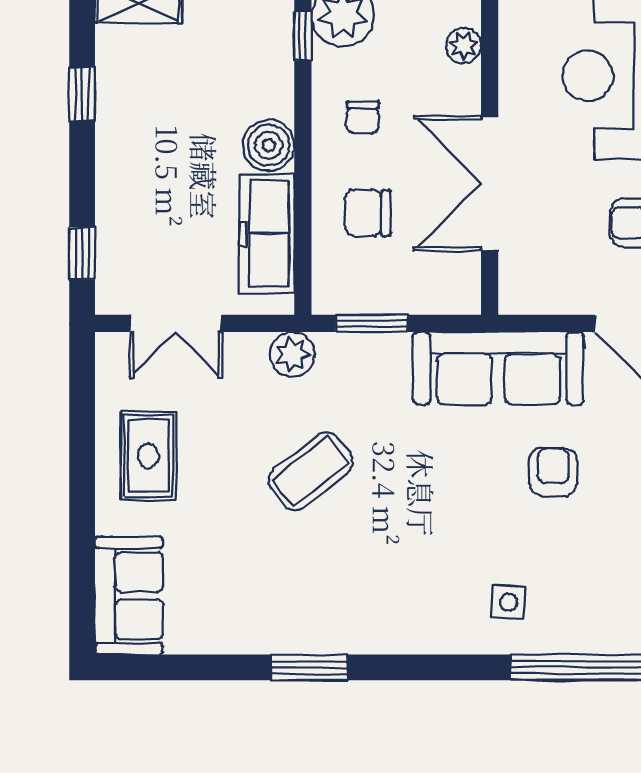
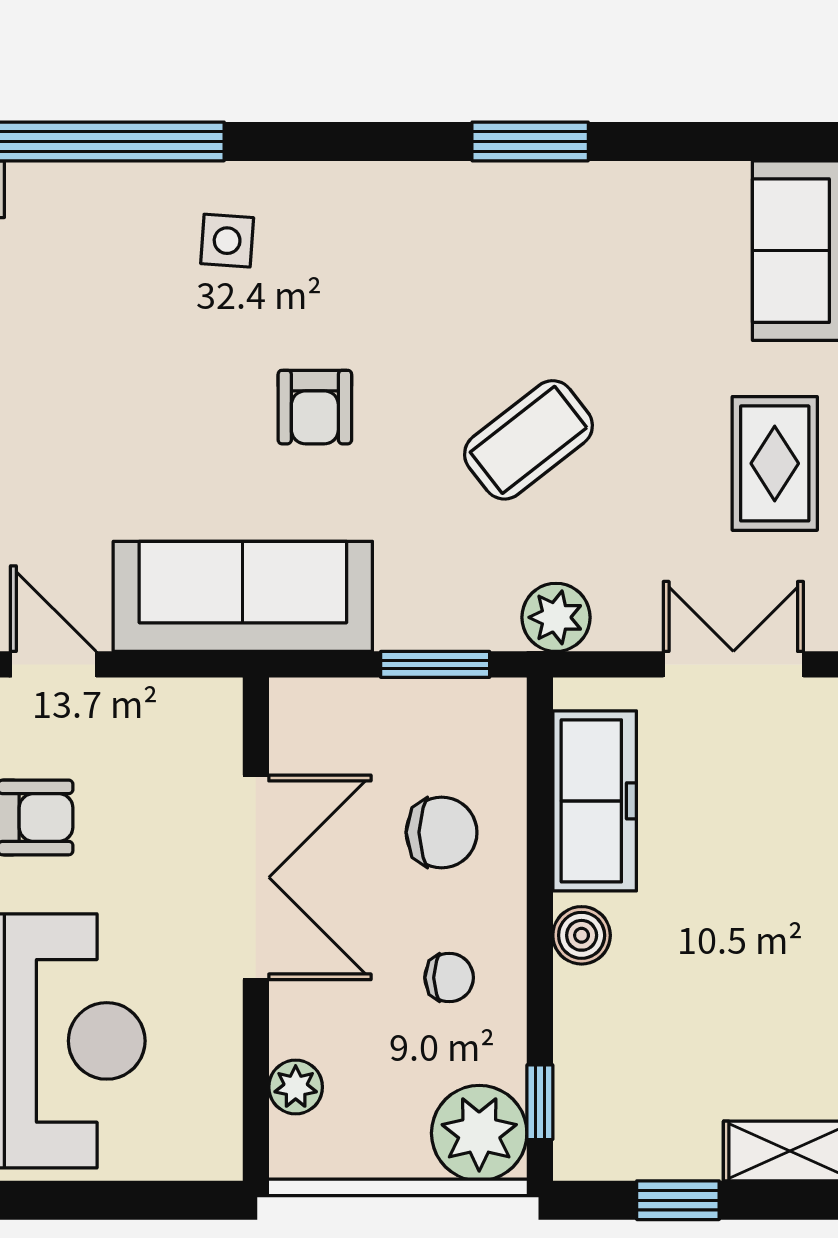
chair: (363, 117) -> (449, 978), turned 89
boiler: (269, 145) -> (582, 935), width x0.73, depth x0.73
armchair: (553, 472) -> (315, 407), moved

